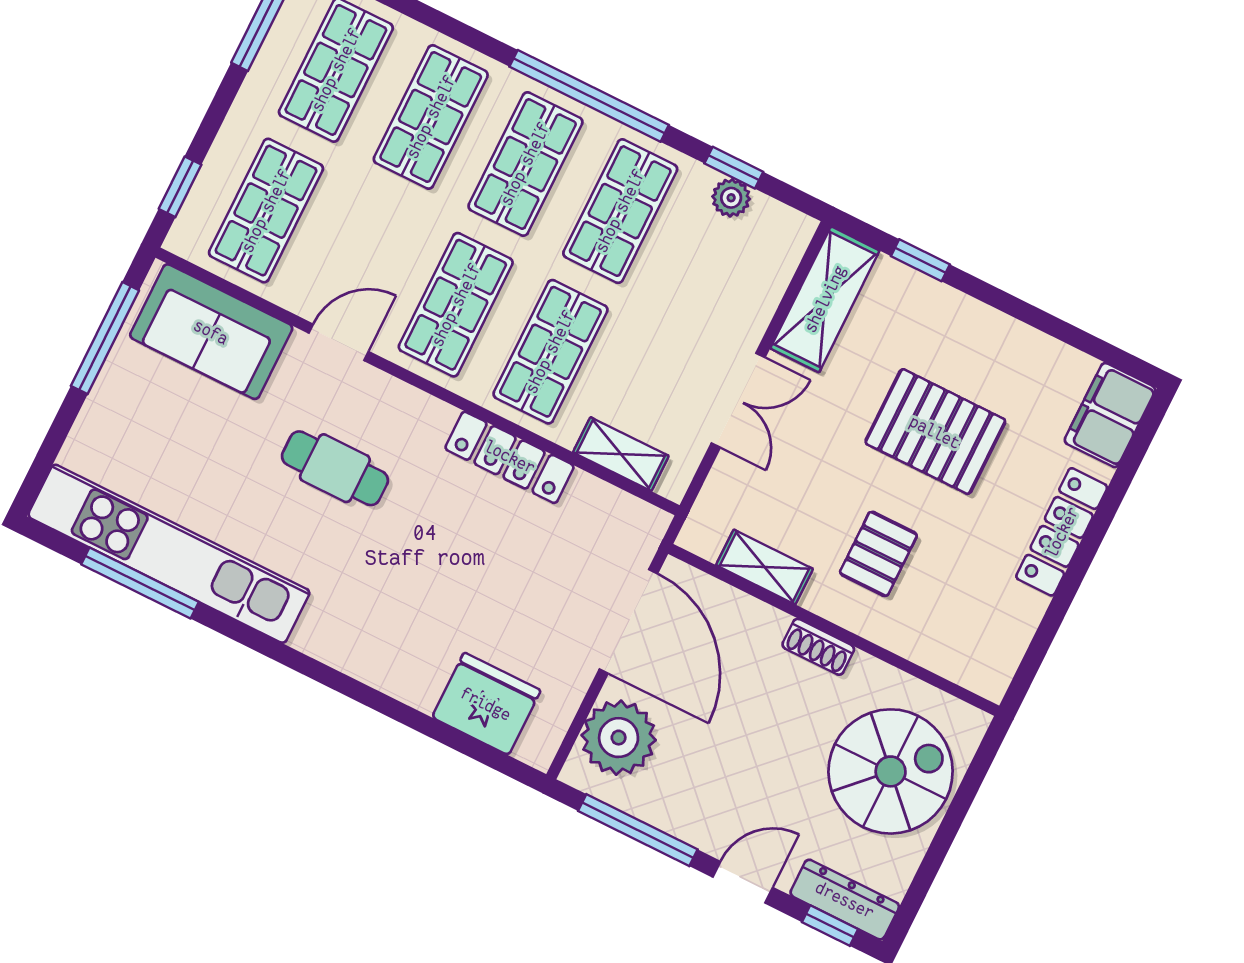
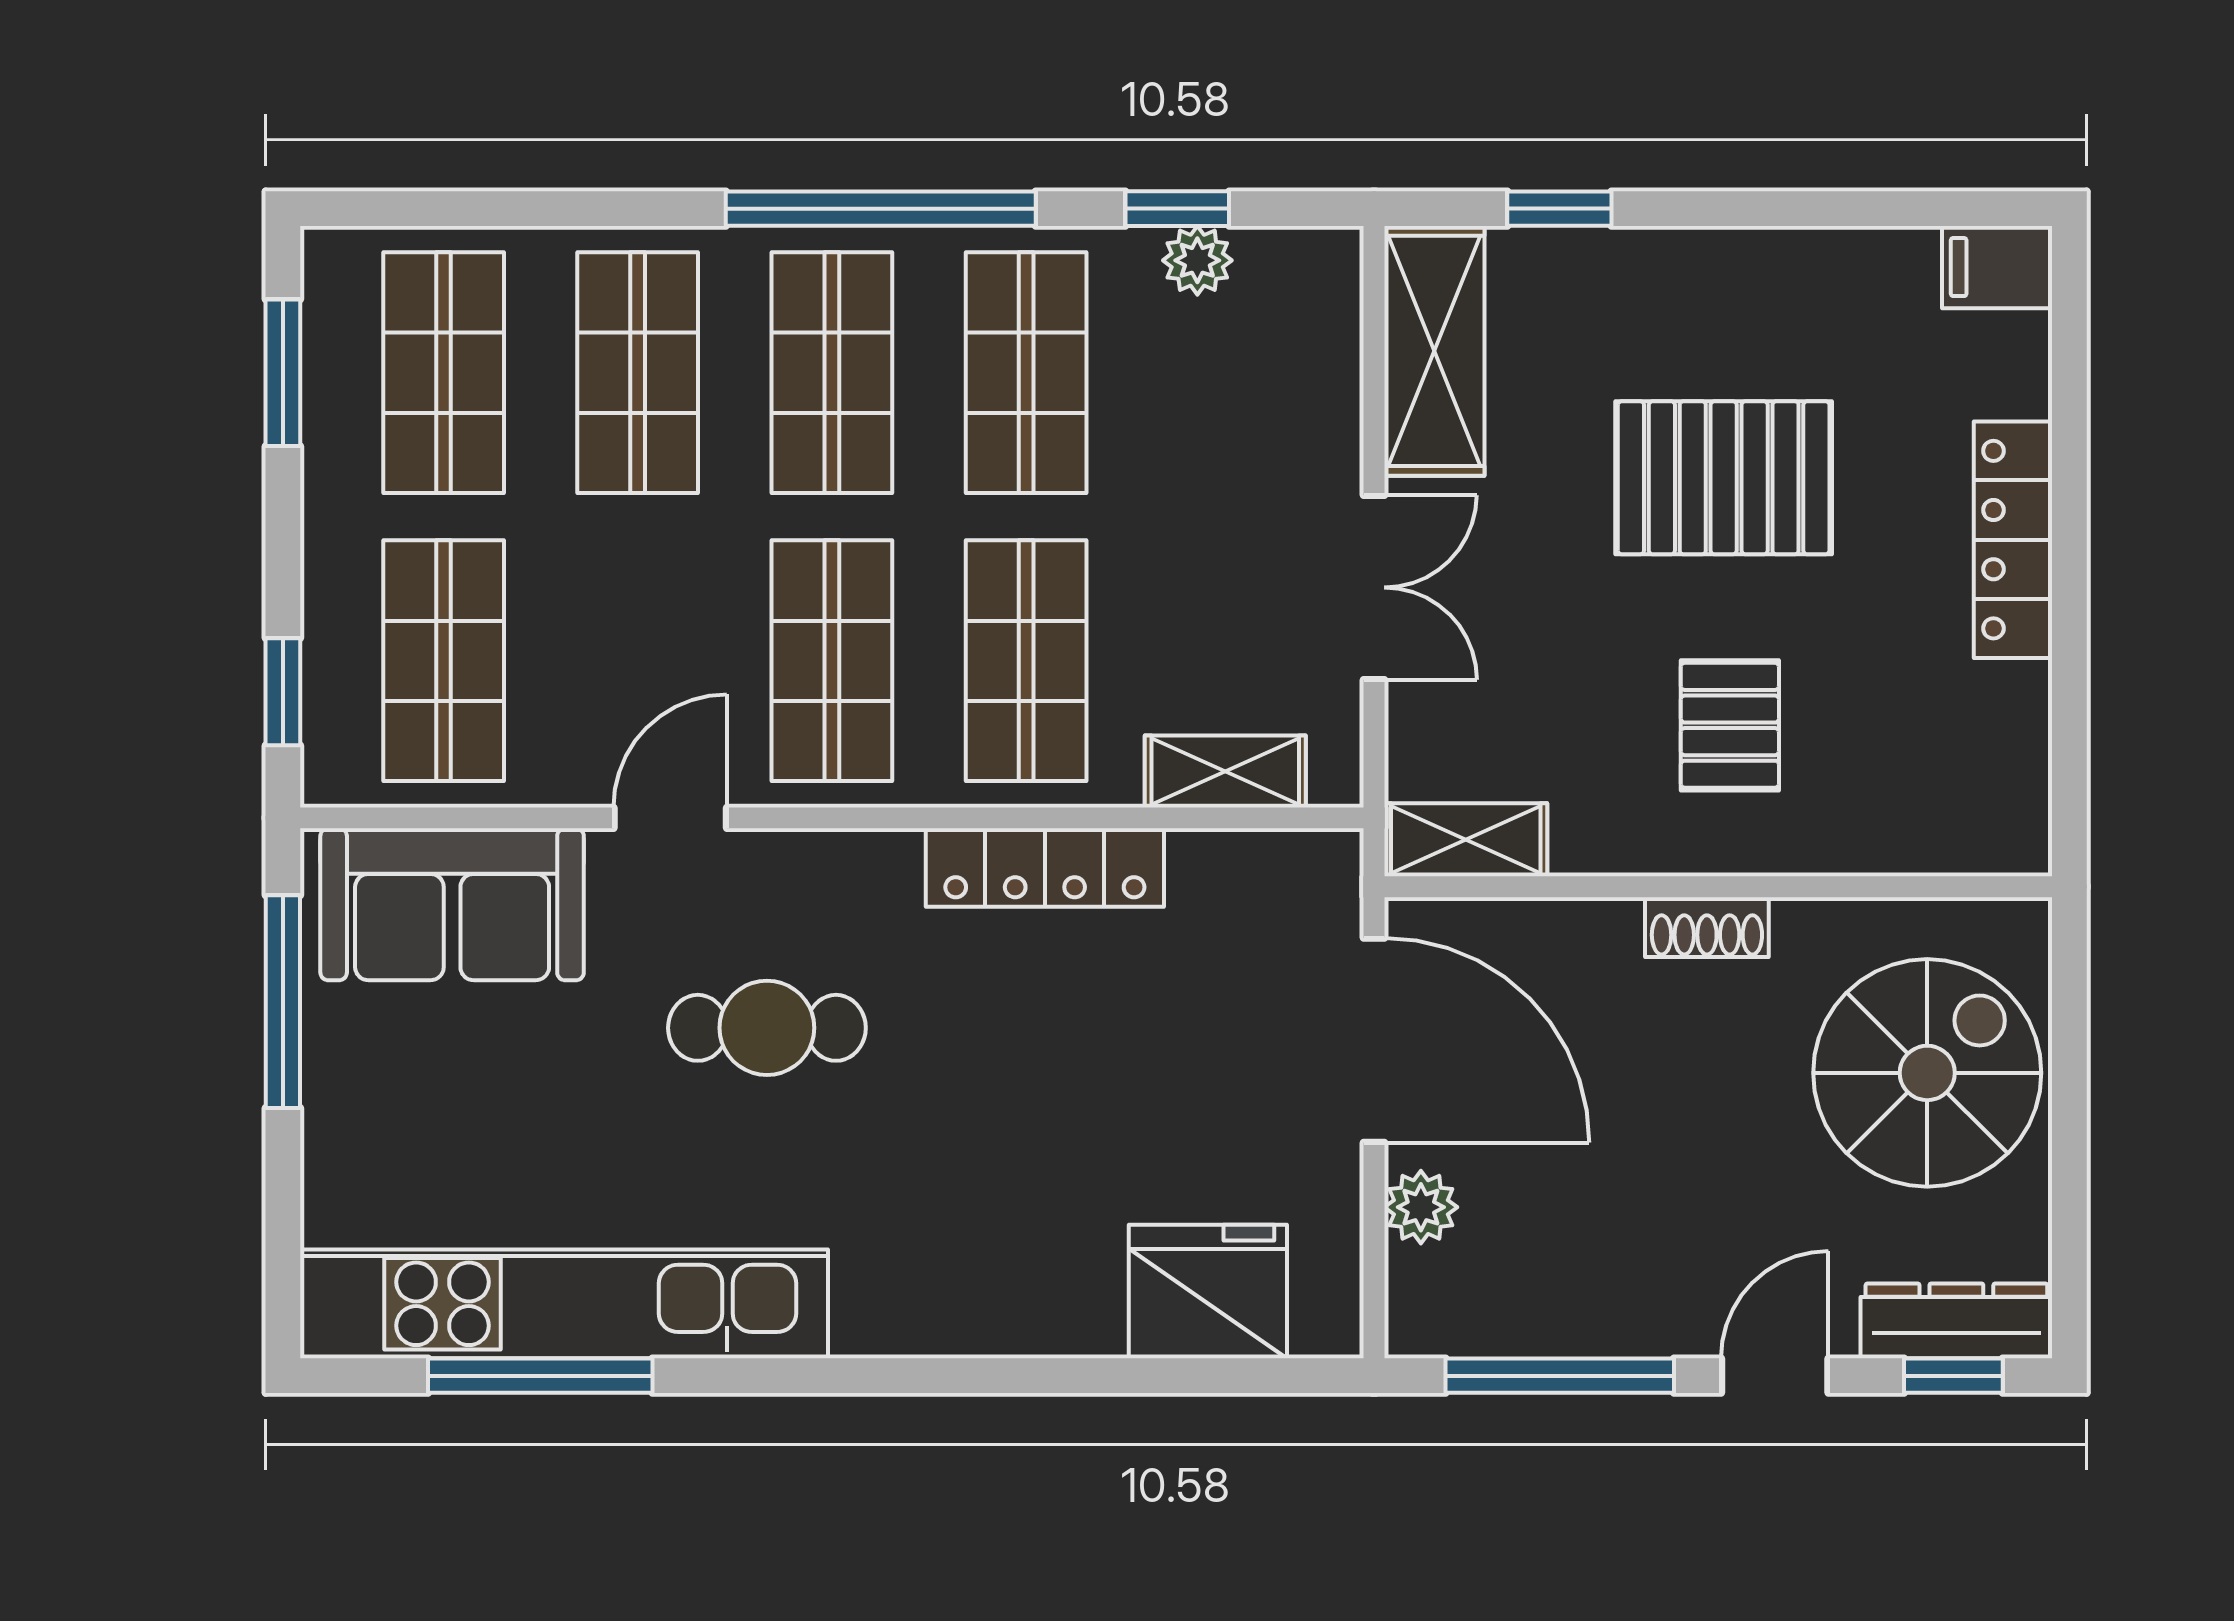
filing cabinet: (1110, 415) -> (1997, 267), width x0.50
shelving: (764, 567) -> (1466, 840), moved
plant: (619, 738) -> (1421, 1207), width x0.53, depth x0.53

